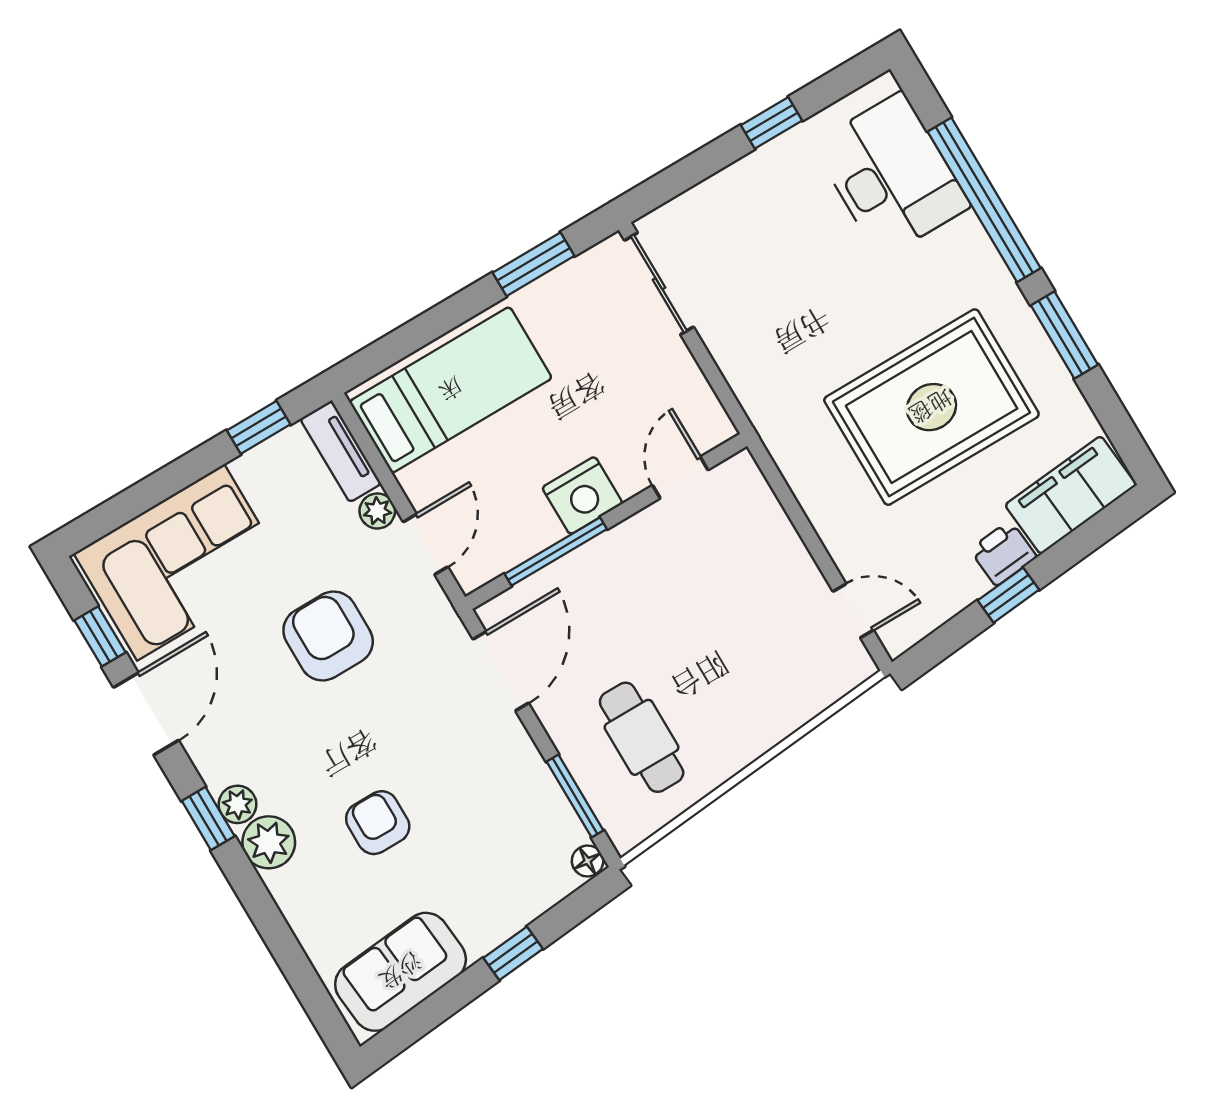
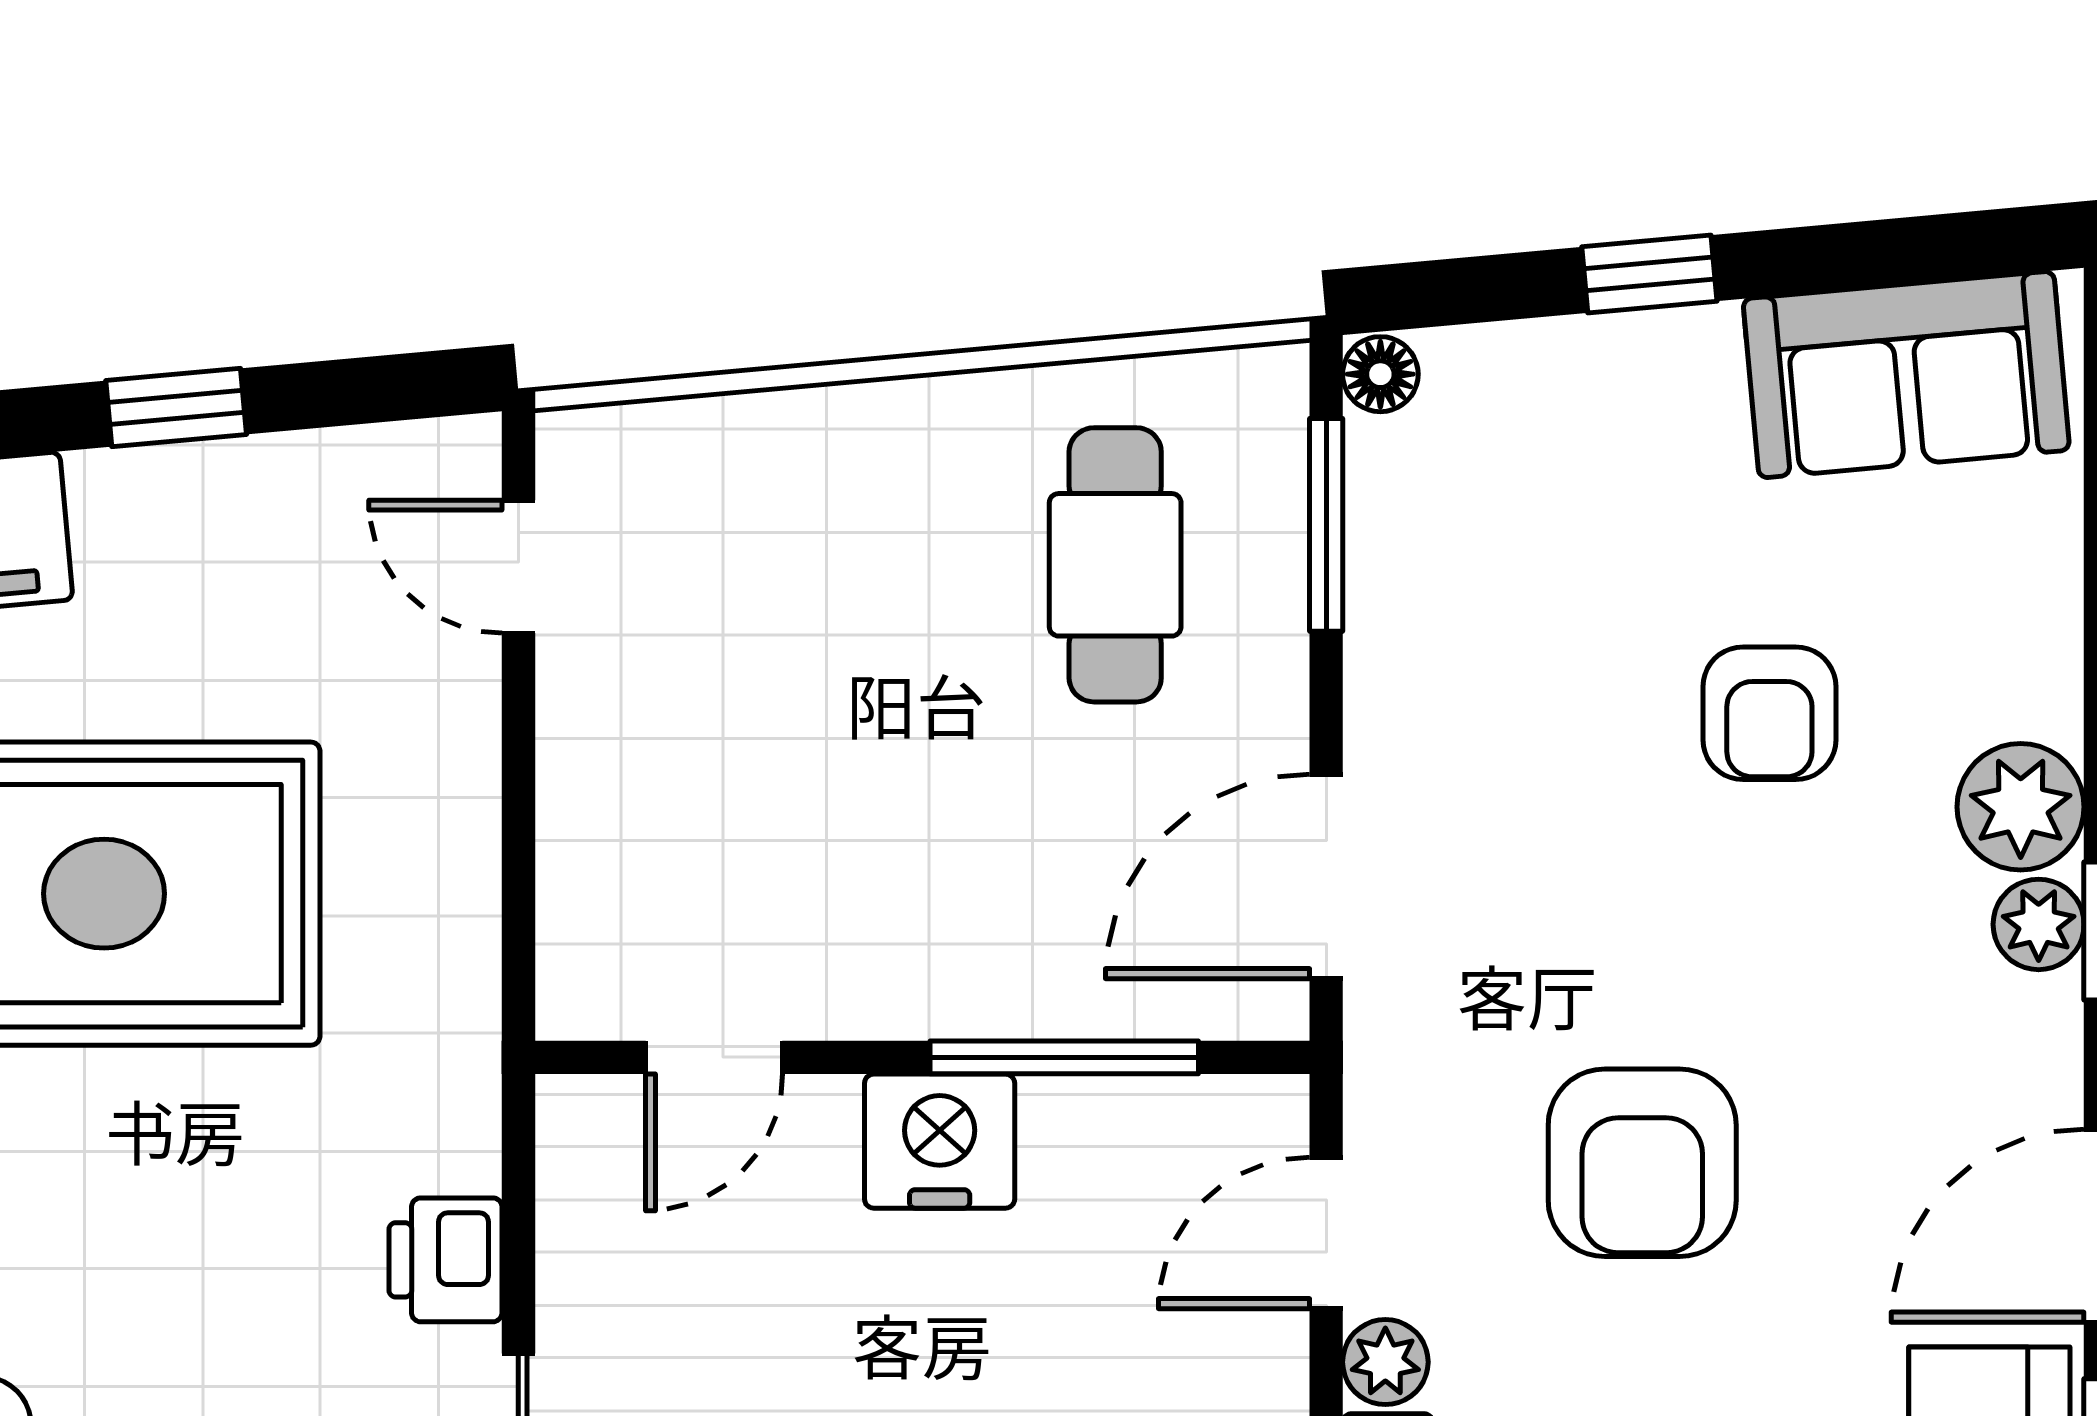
printer: (1003, 553) -> (445, 1260), moved, turned 95

